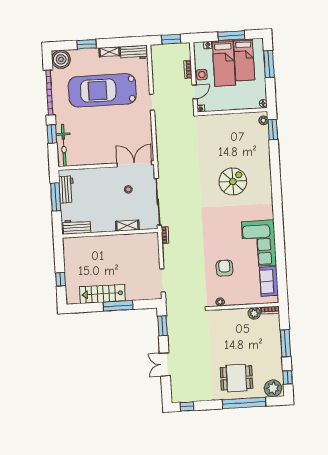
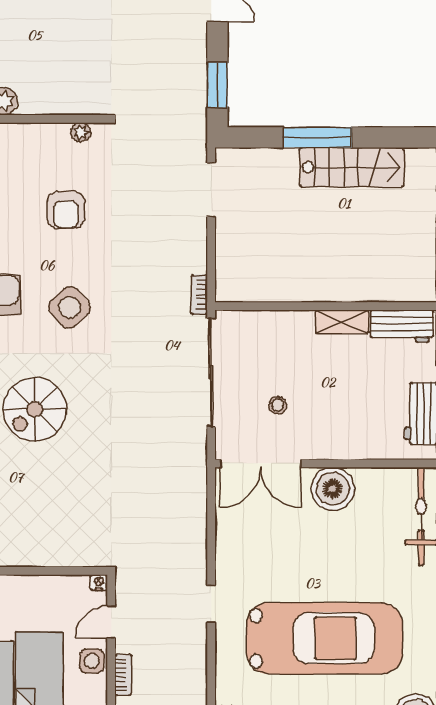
boiler: (103, 155) -> (333, 489), added
shelving: (127, 226) -> (342, 322), moved
side table: (220, 226) -> (70, 307), added

